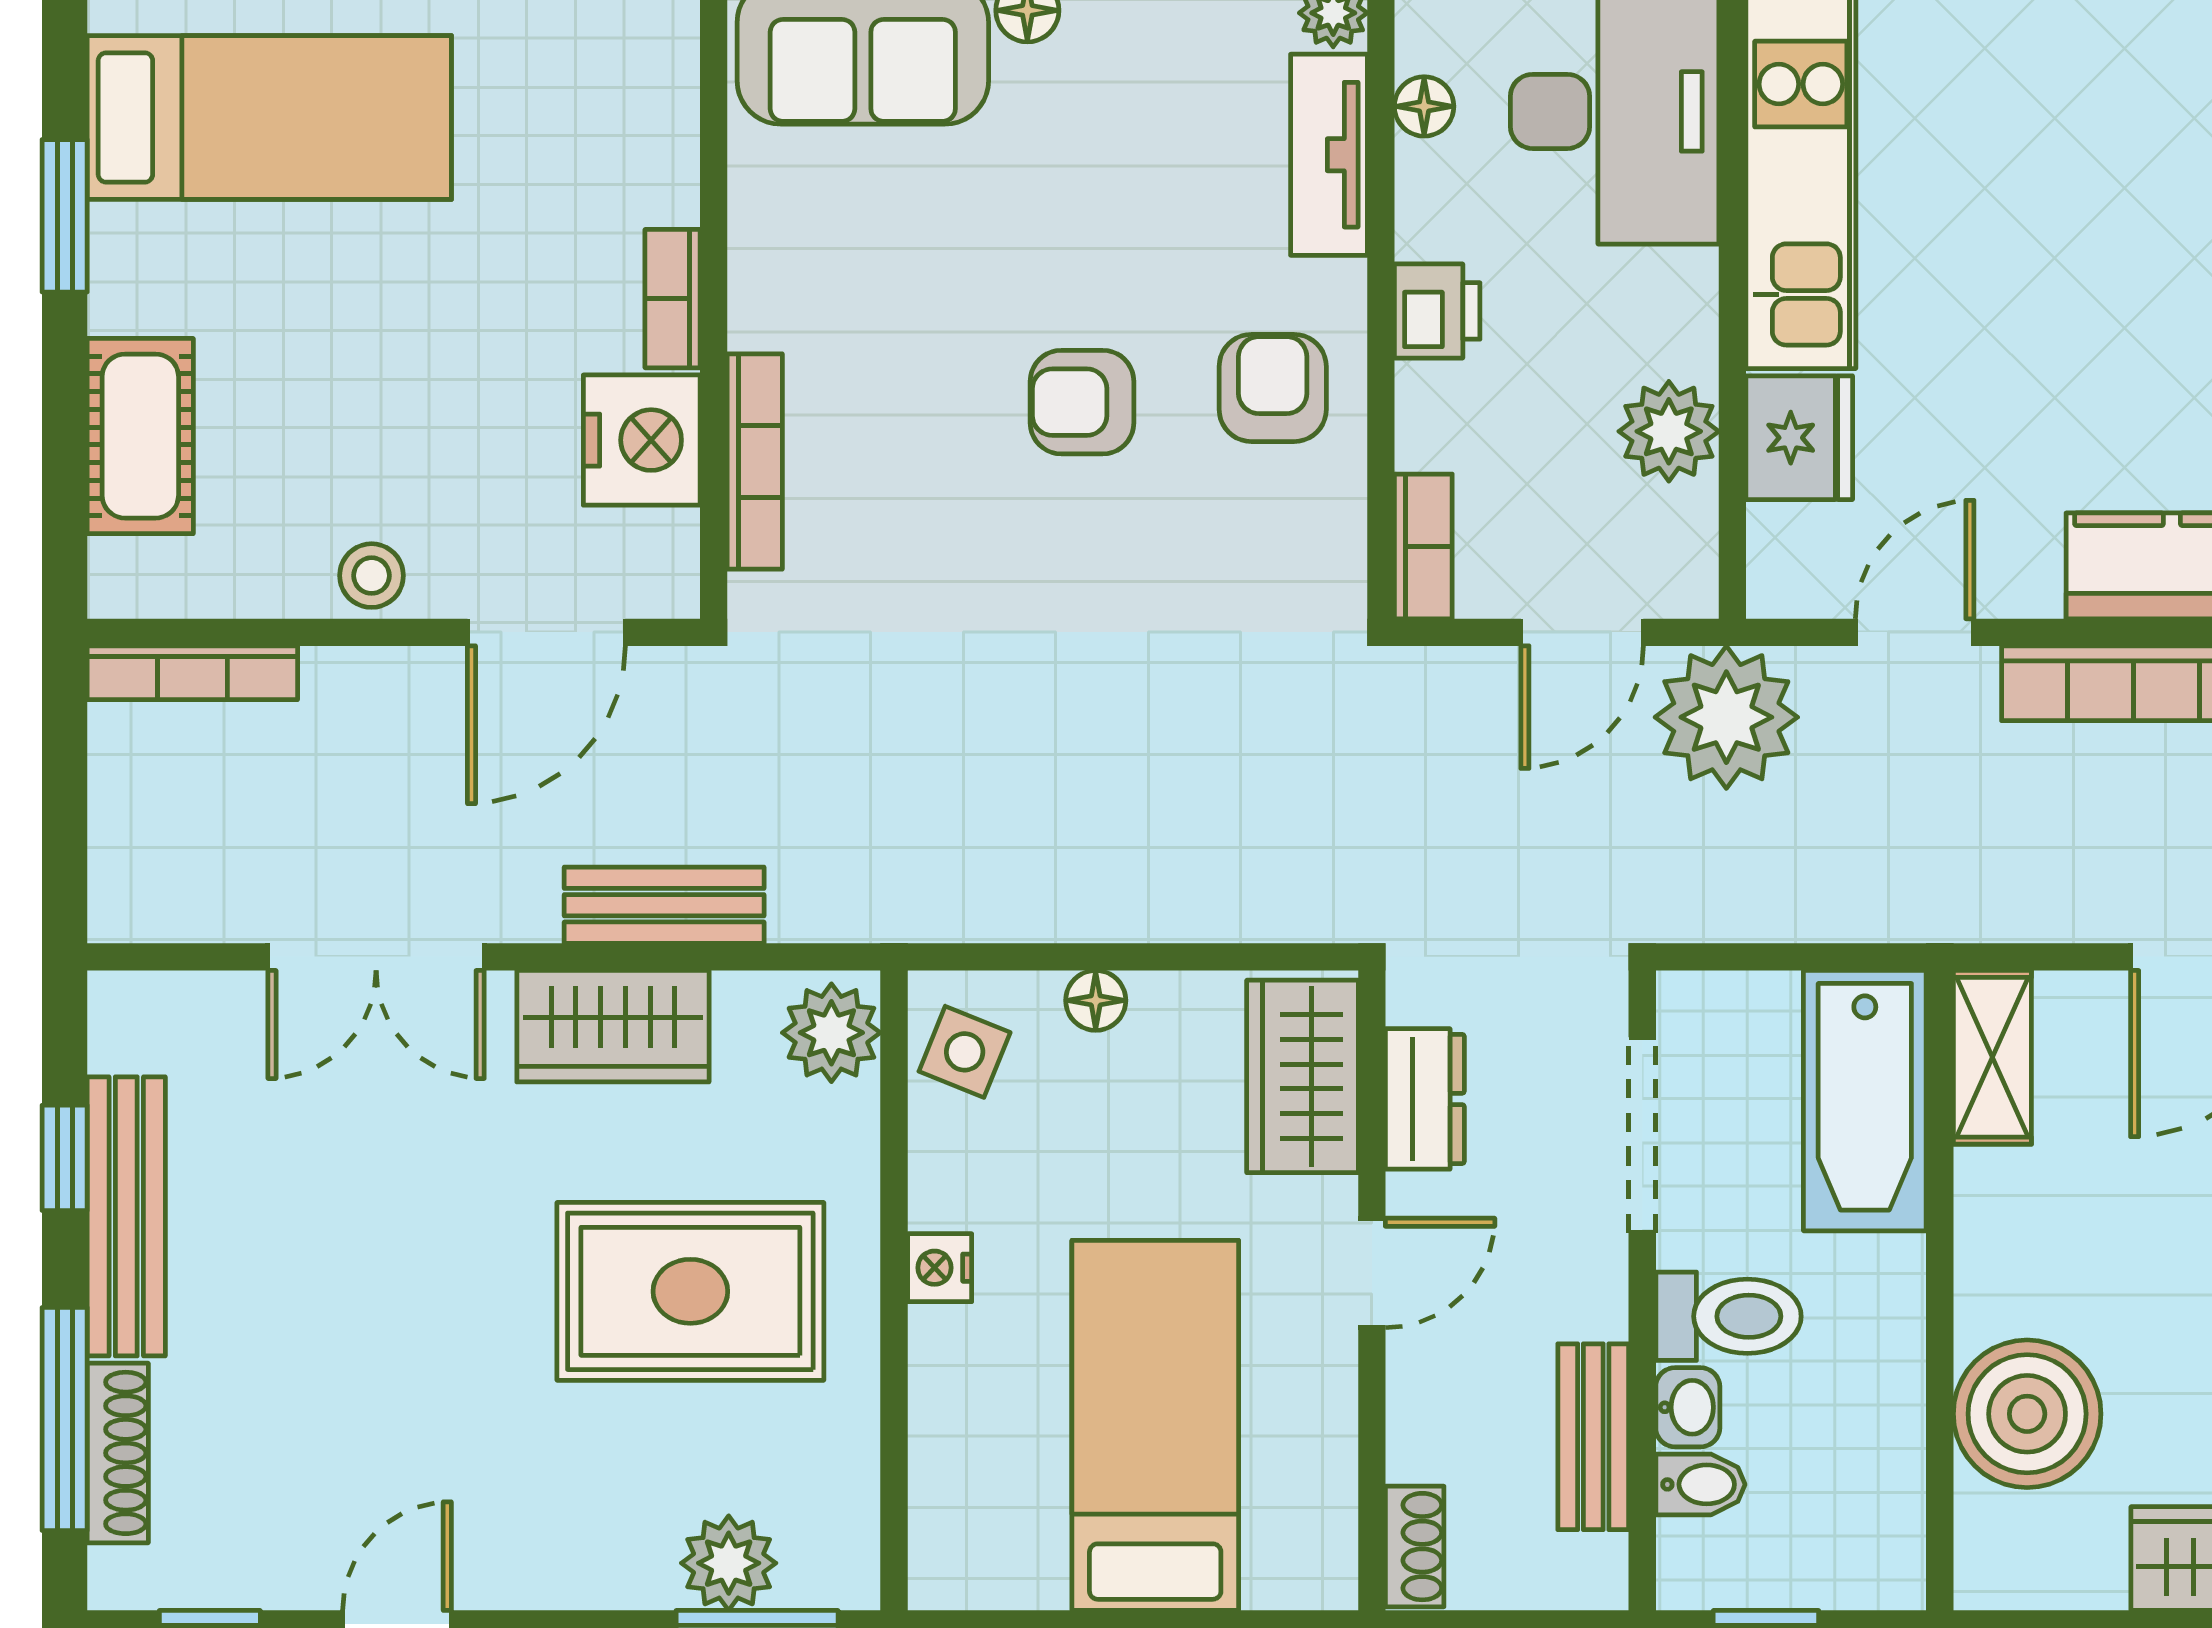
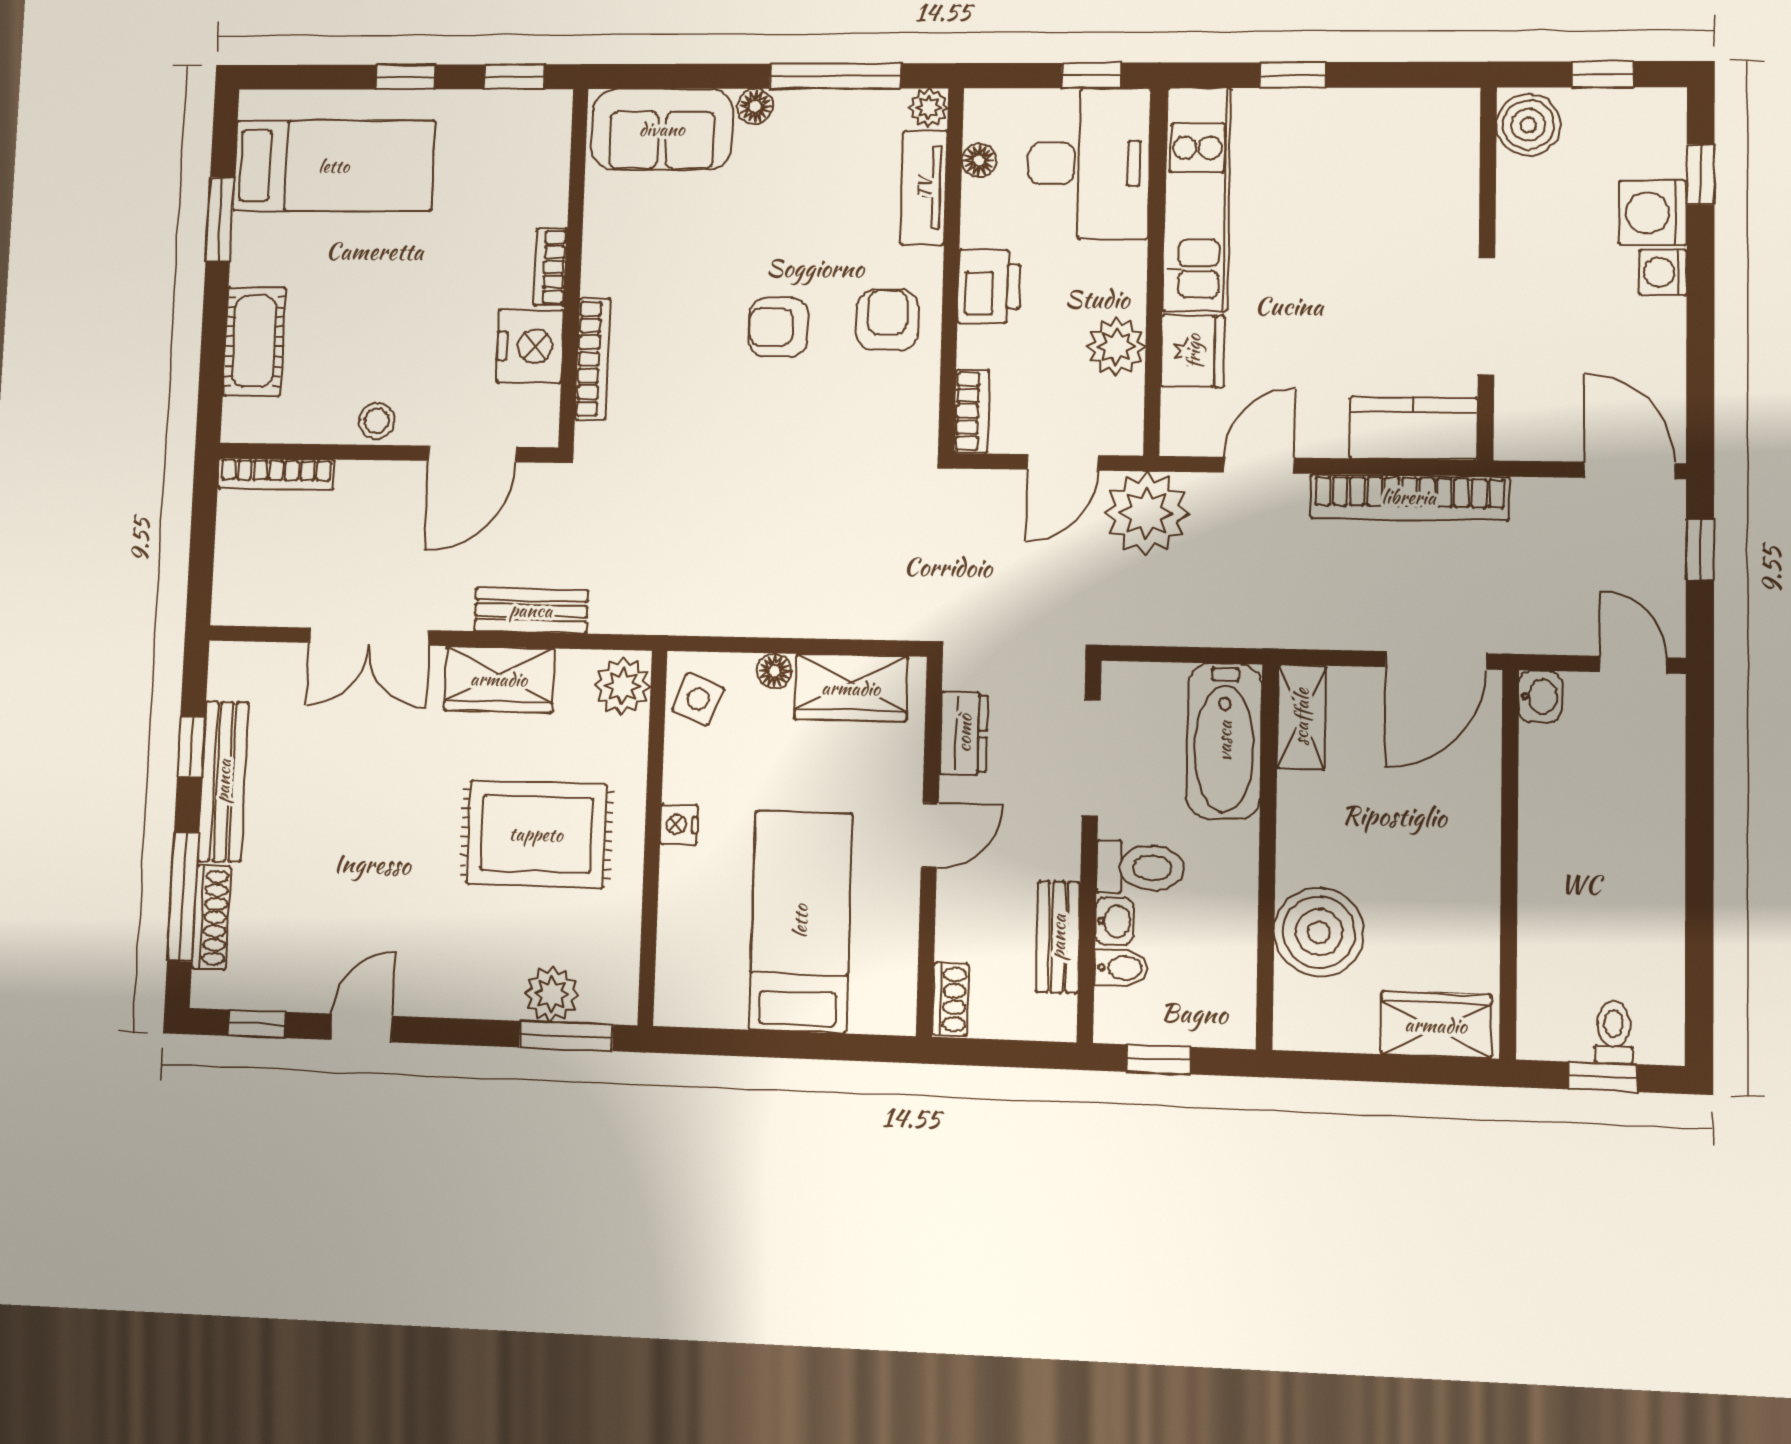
printer: (1437, 311) -> (989, 286), width x1.36, depth x1.24
wardrobe: (1302, 1076) -> (851, 688), moved, turned -90

